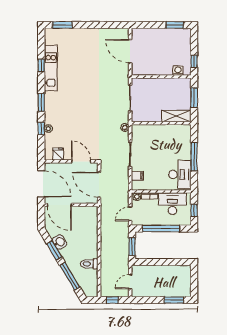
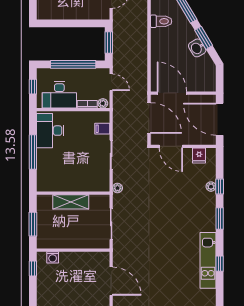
shelving: (176, 116) -> (71, 202), moved
door: (59, 205) -> (172, 93), moved
door: (130, 214) -> (111, 82), hinge flipped

